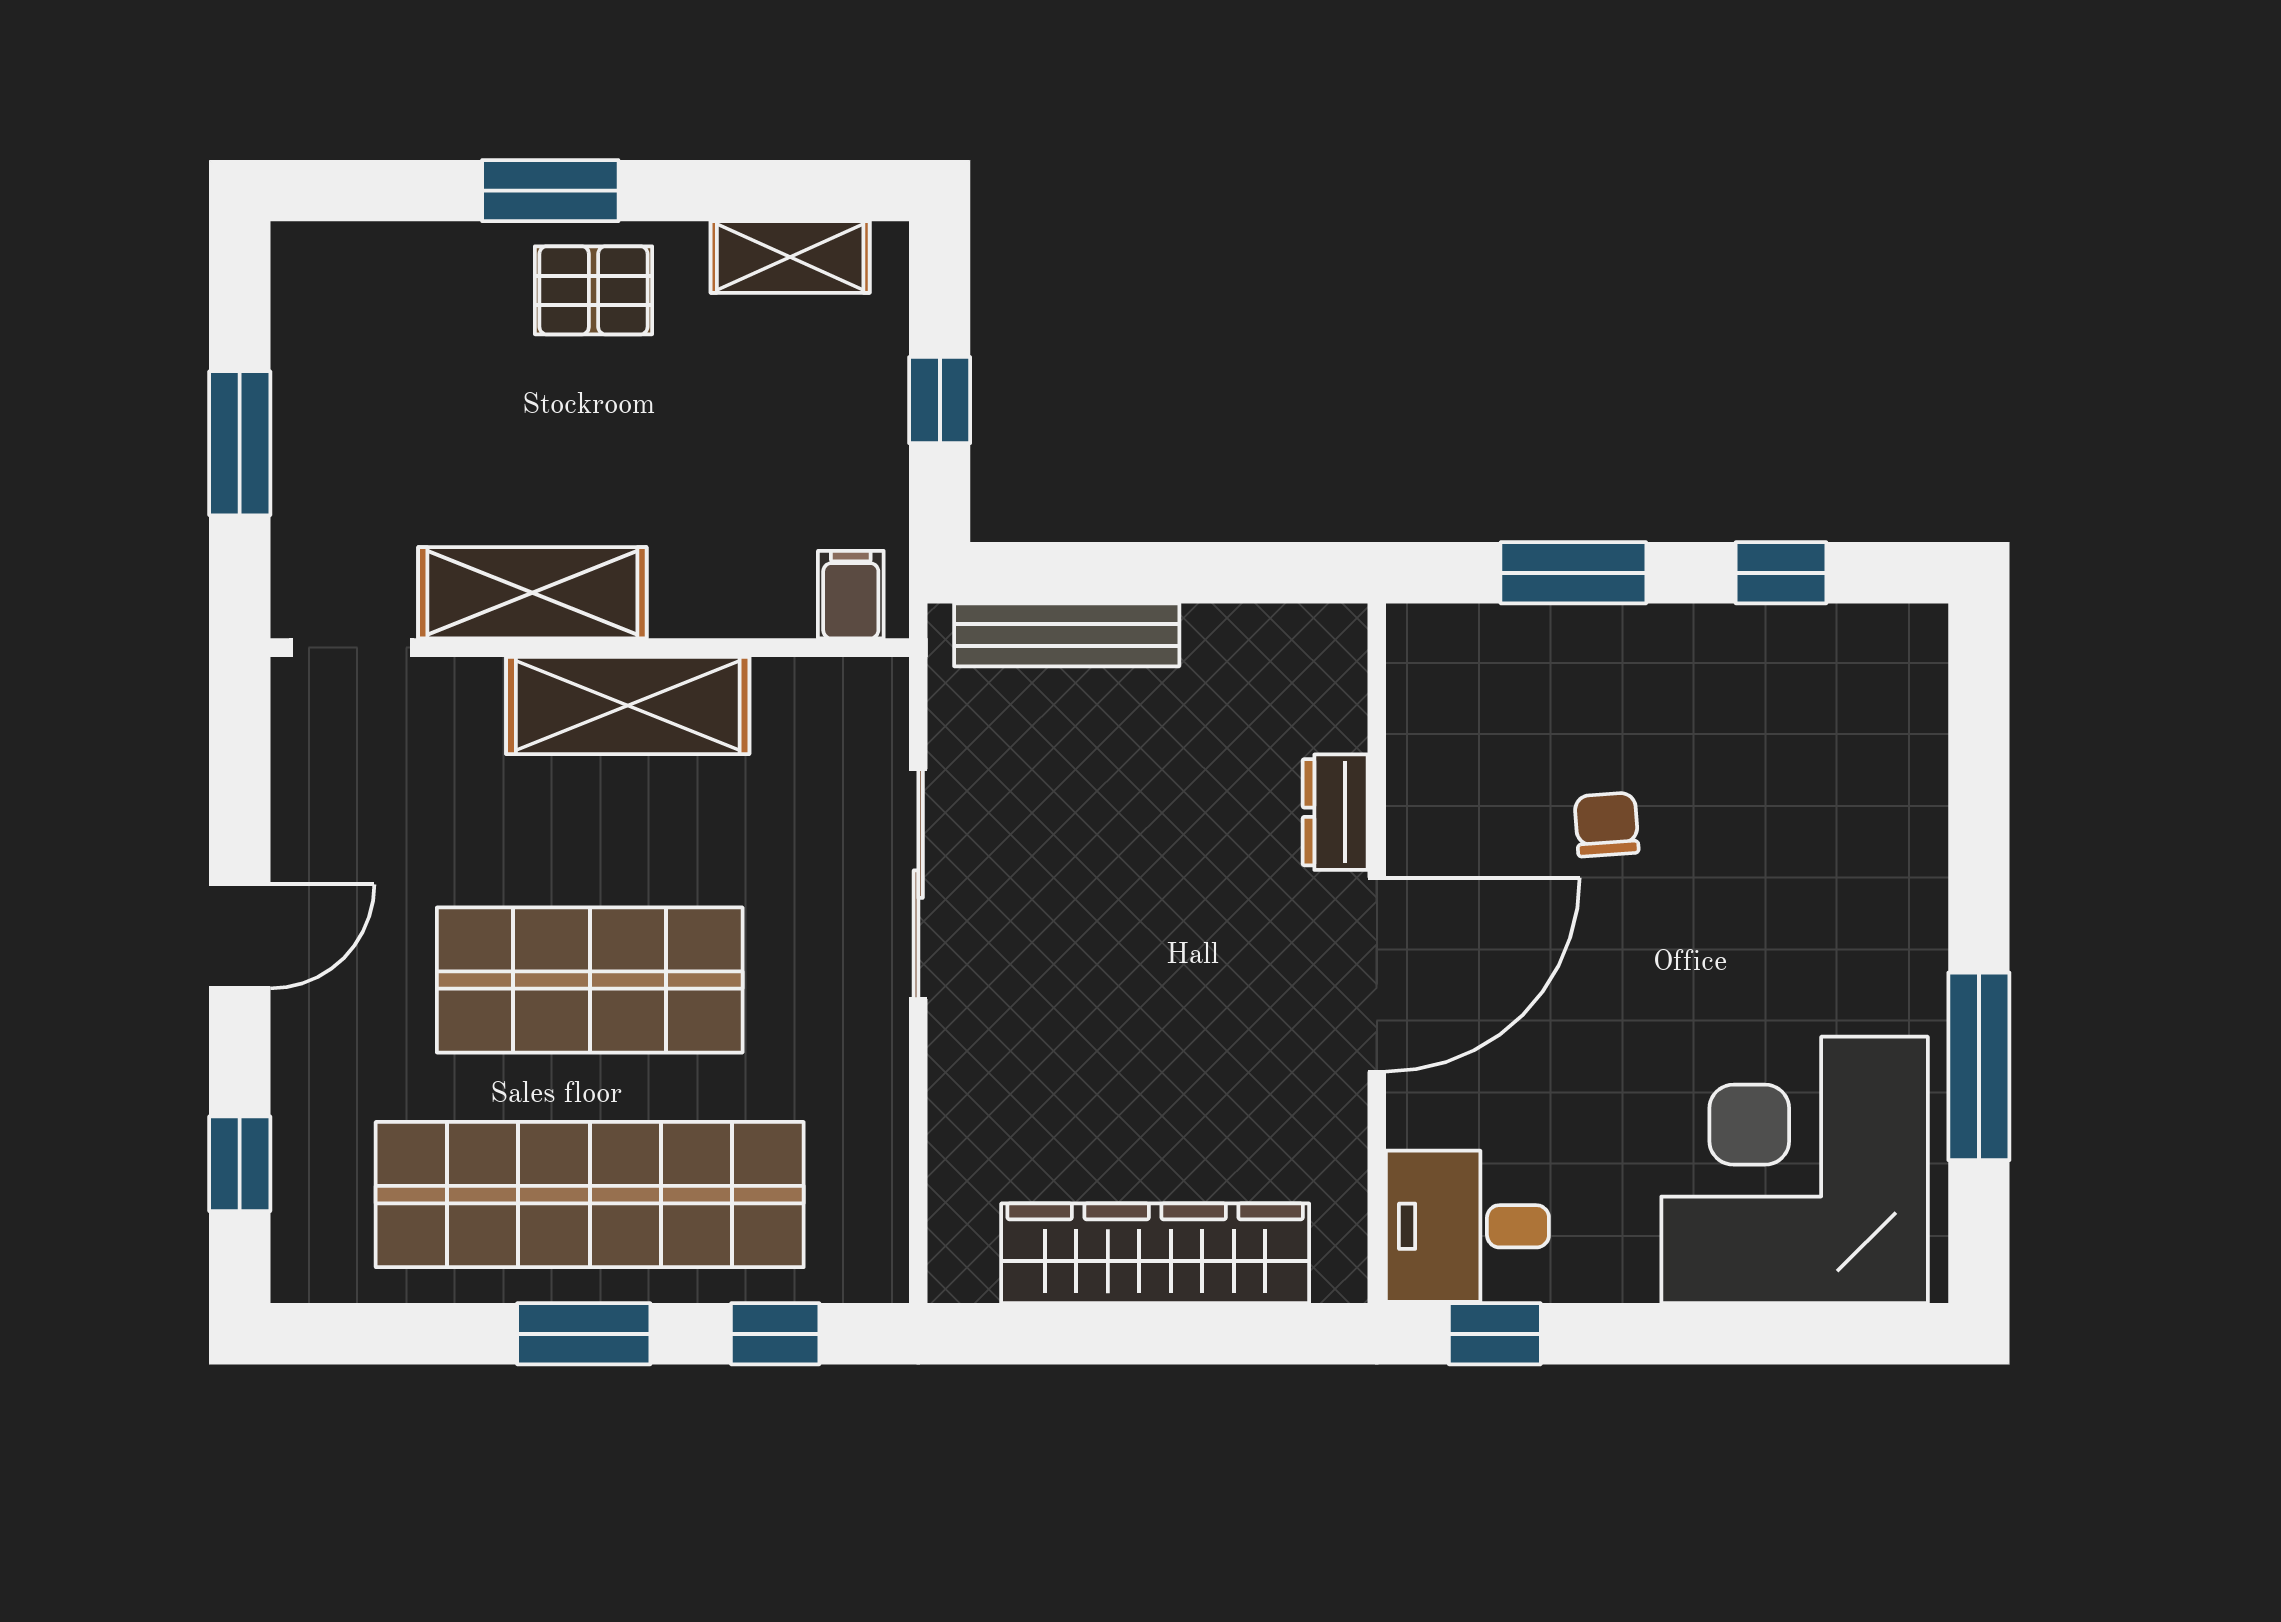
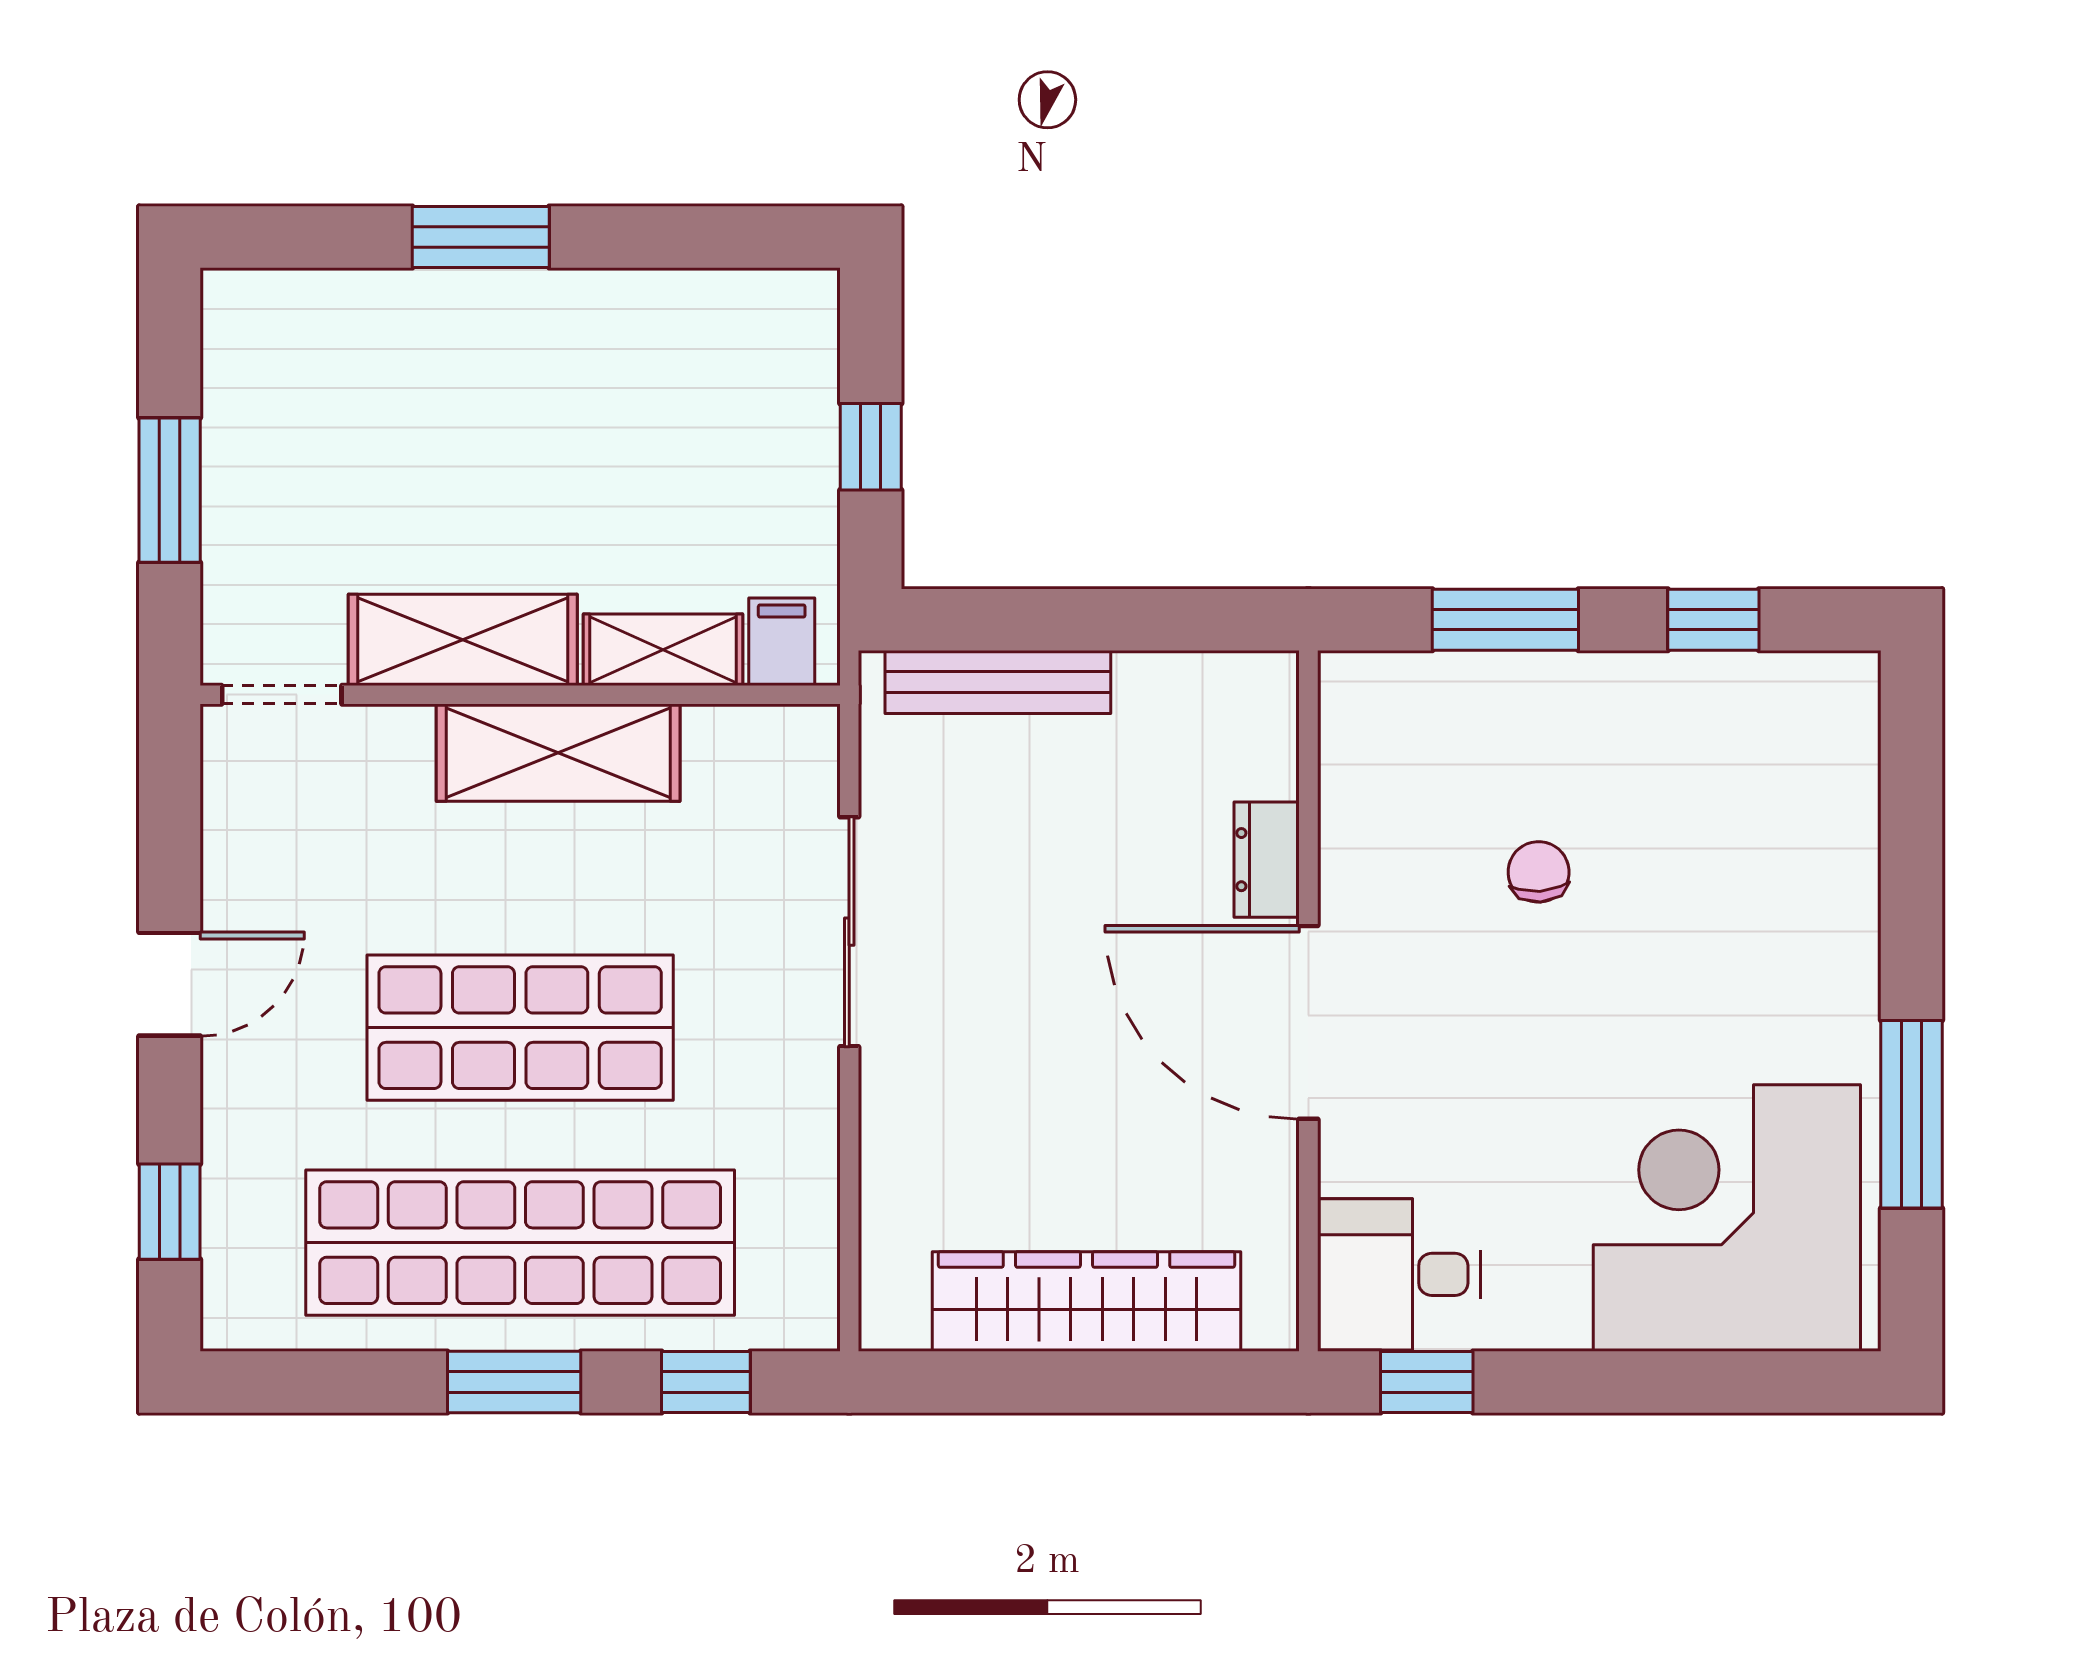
shelving: (790, 257) -> (663, 650), moved
pallet: (594, 290) -> (524, 337), removed
door: (1377, 975) -> (1308, 1022), swing flipped

